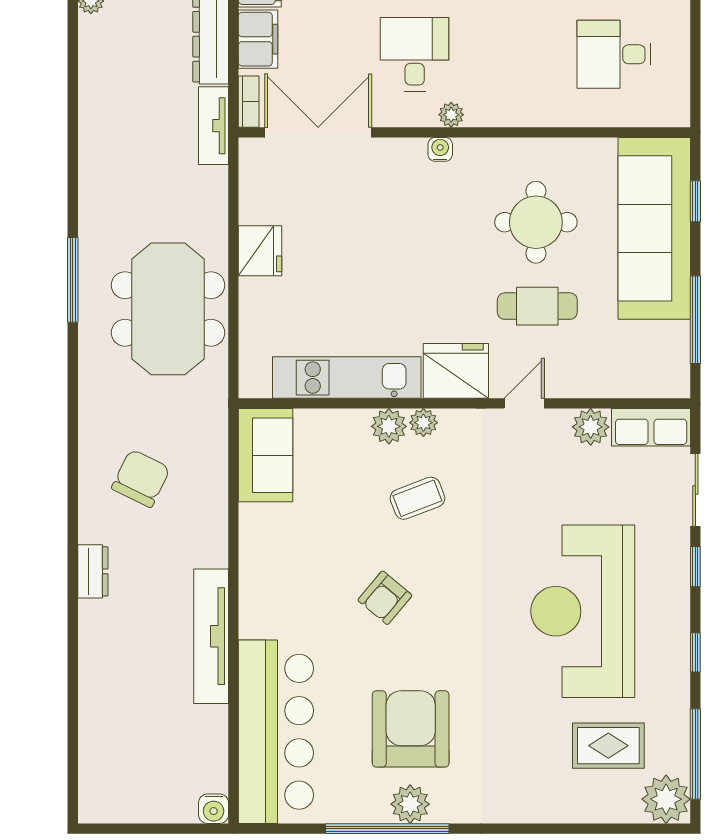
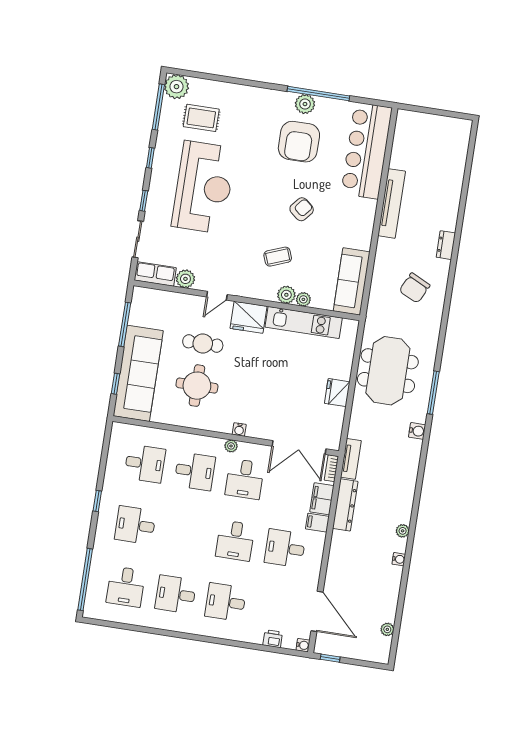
desk: (514, 54) -> (195, 471), added
plant: (423, 423) -> (303, 299), moved
sofa: (265, 455) -> (352, 281), width x1.36
water cooler: (214, 809) -> (417, 431), moved, turned 90

